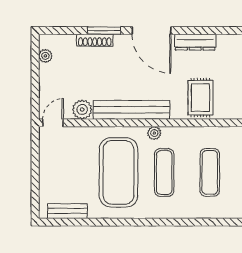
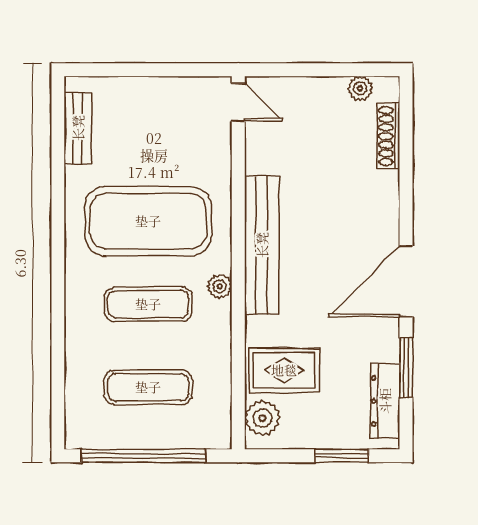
window: (104, 31) -> (406, 367), moved
shoe rack: (95, 40) -> (389, 136), moved
dresser: (195, 42) -> (385, 401), moved
plant: (82, 110) -> (262, 418), moved

